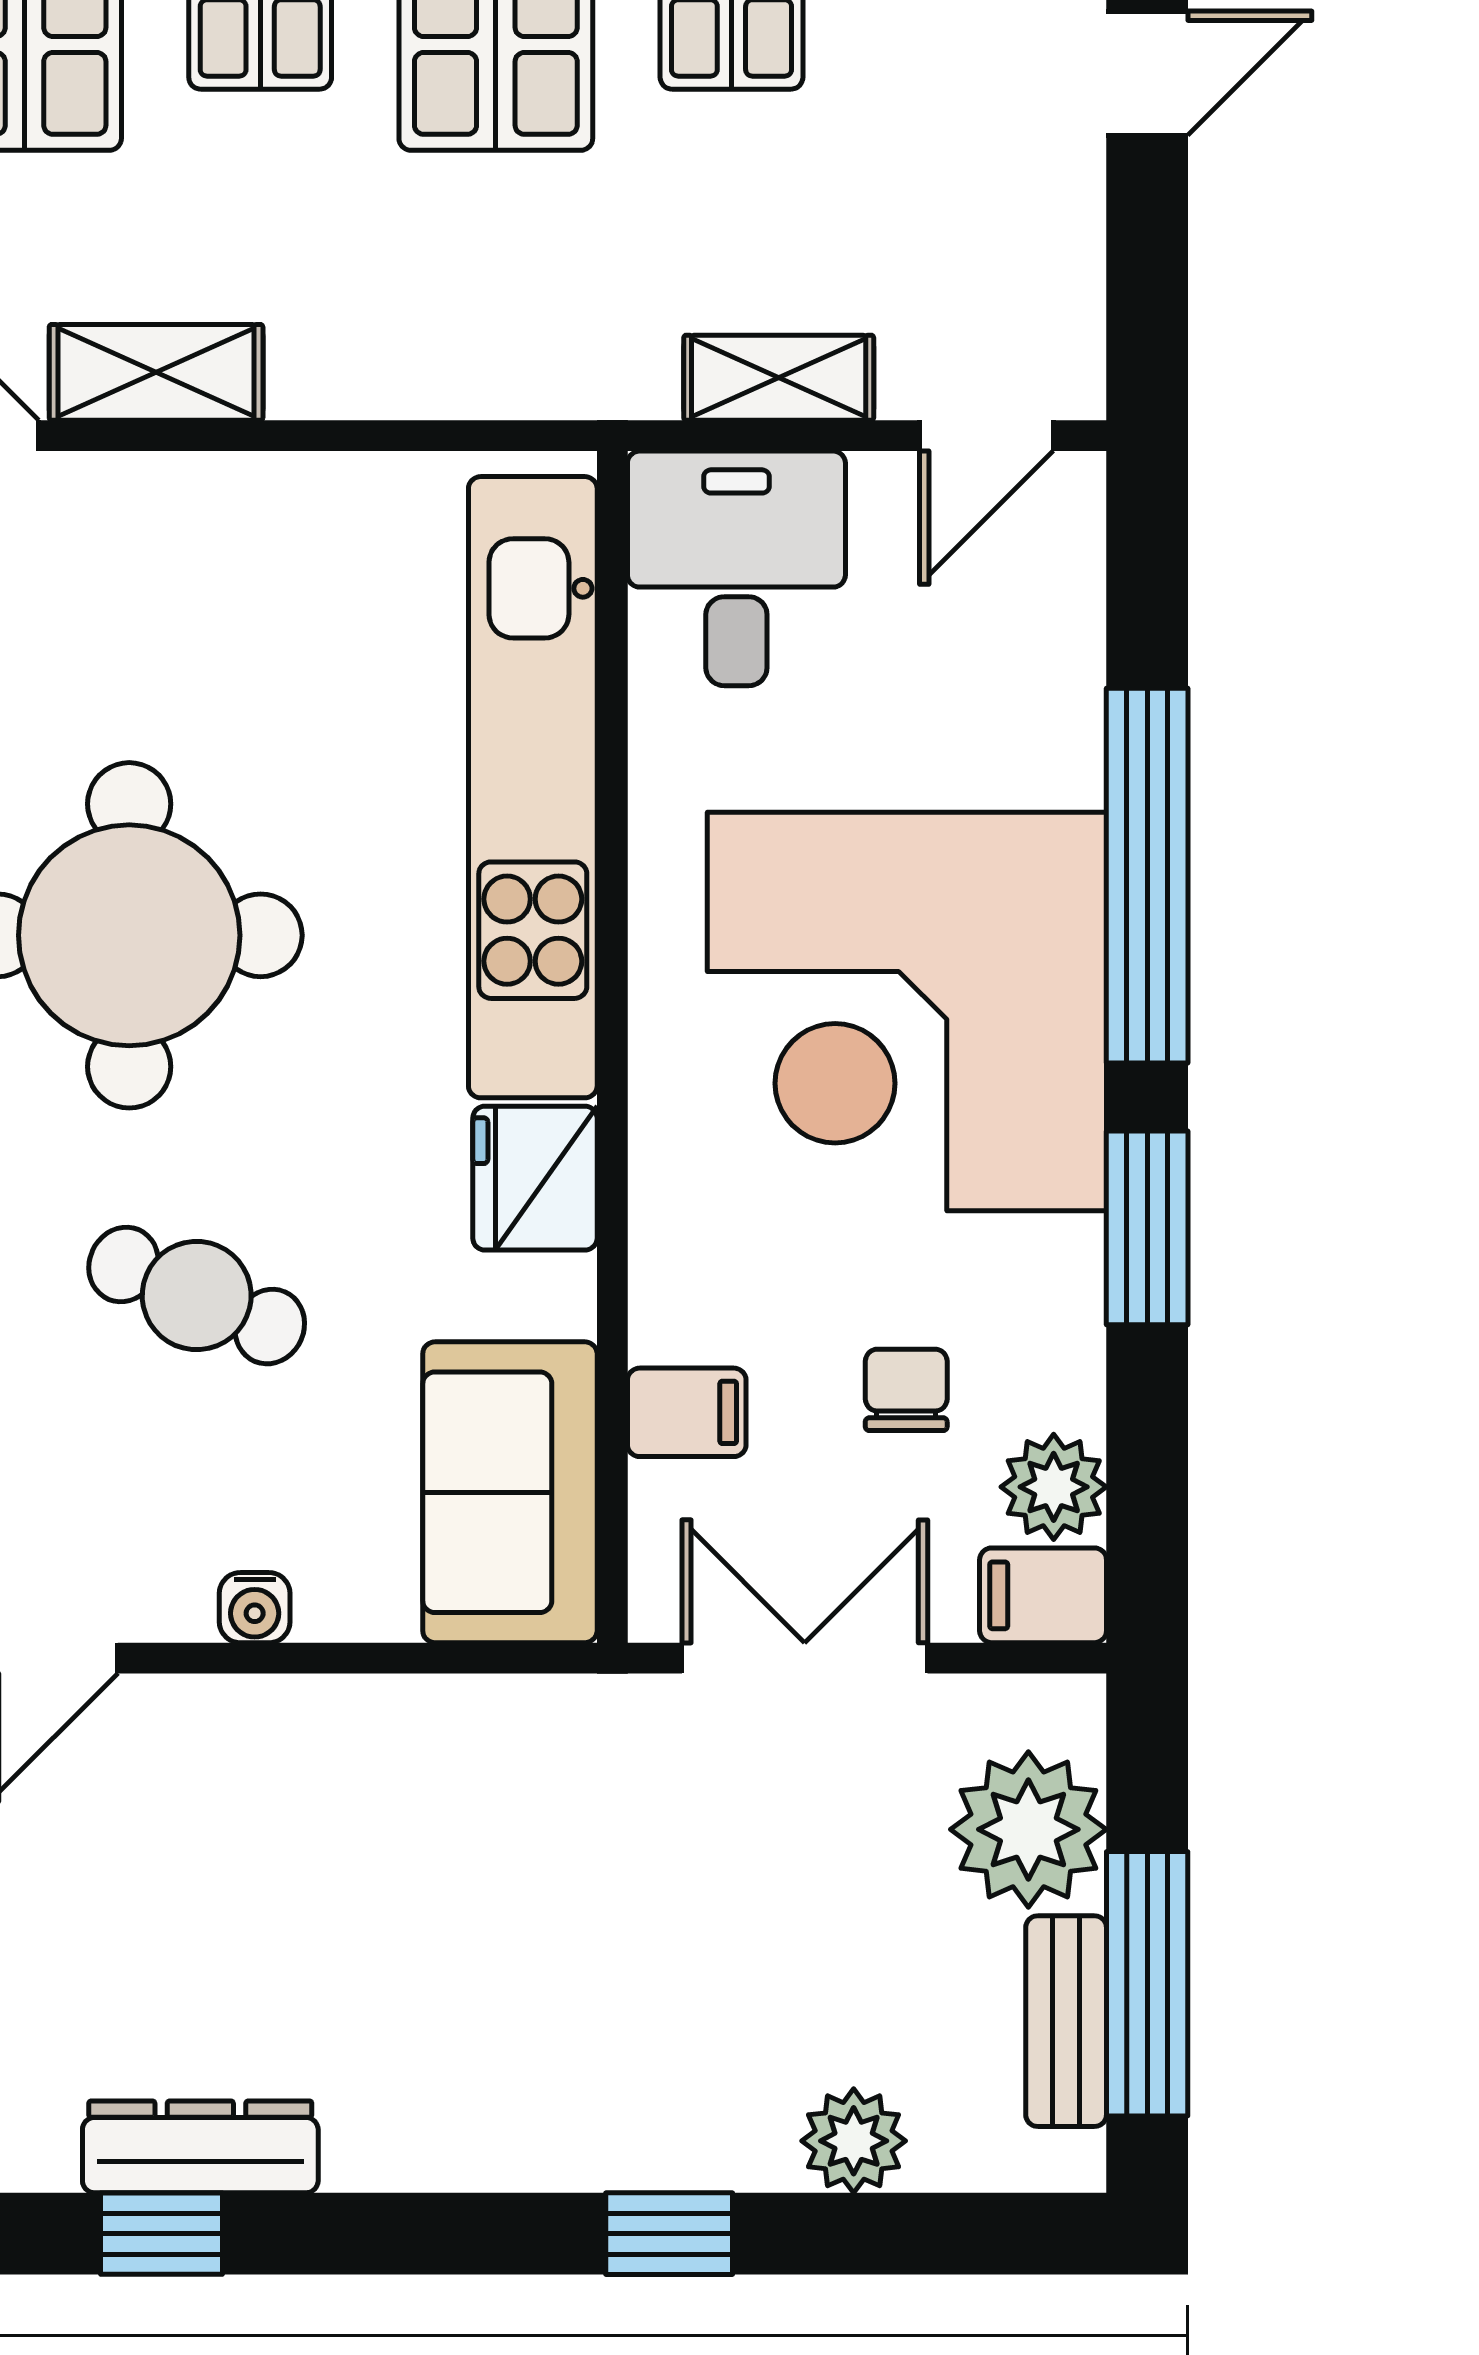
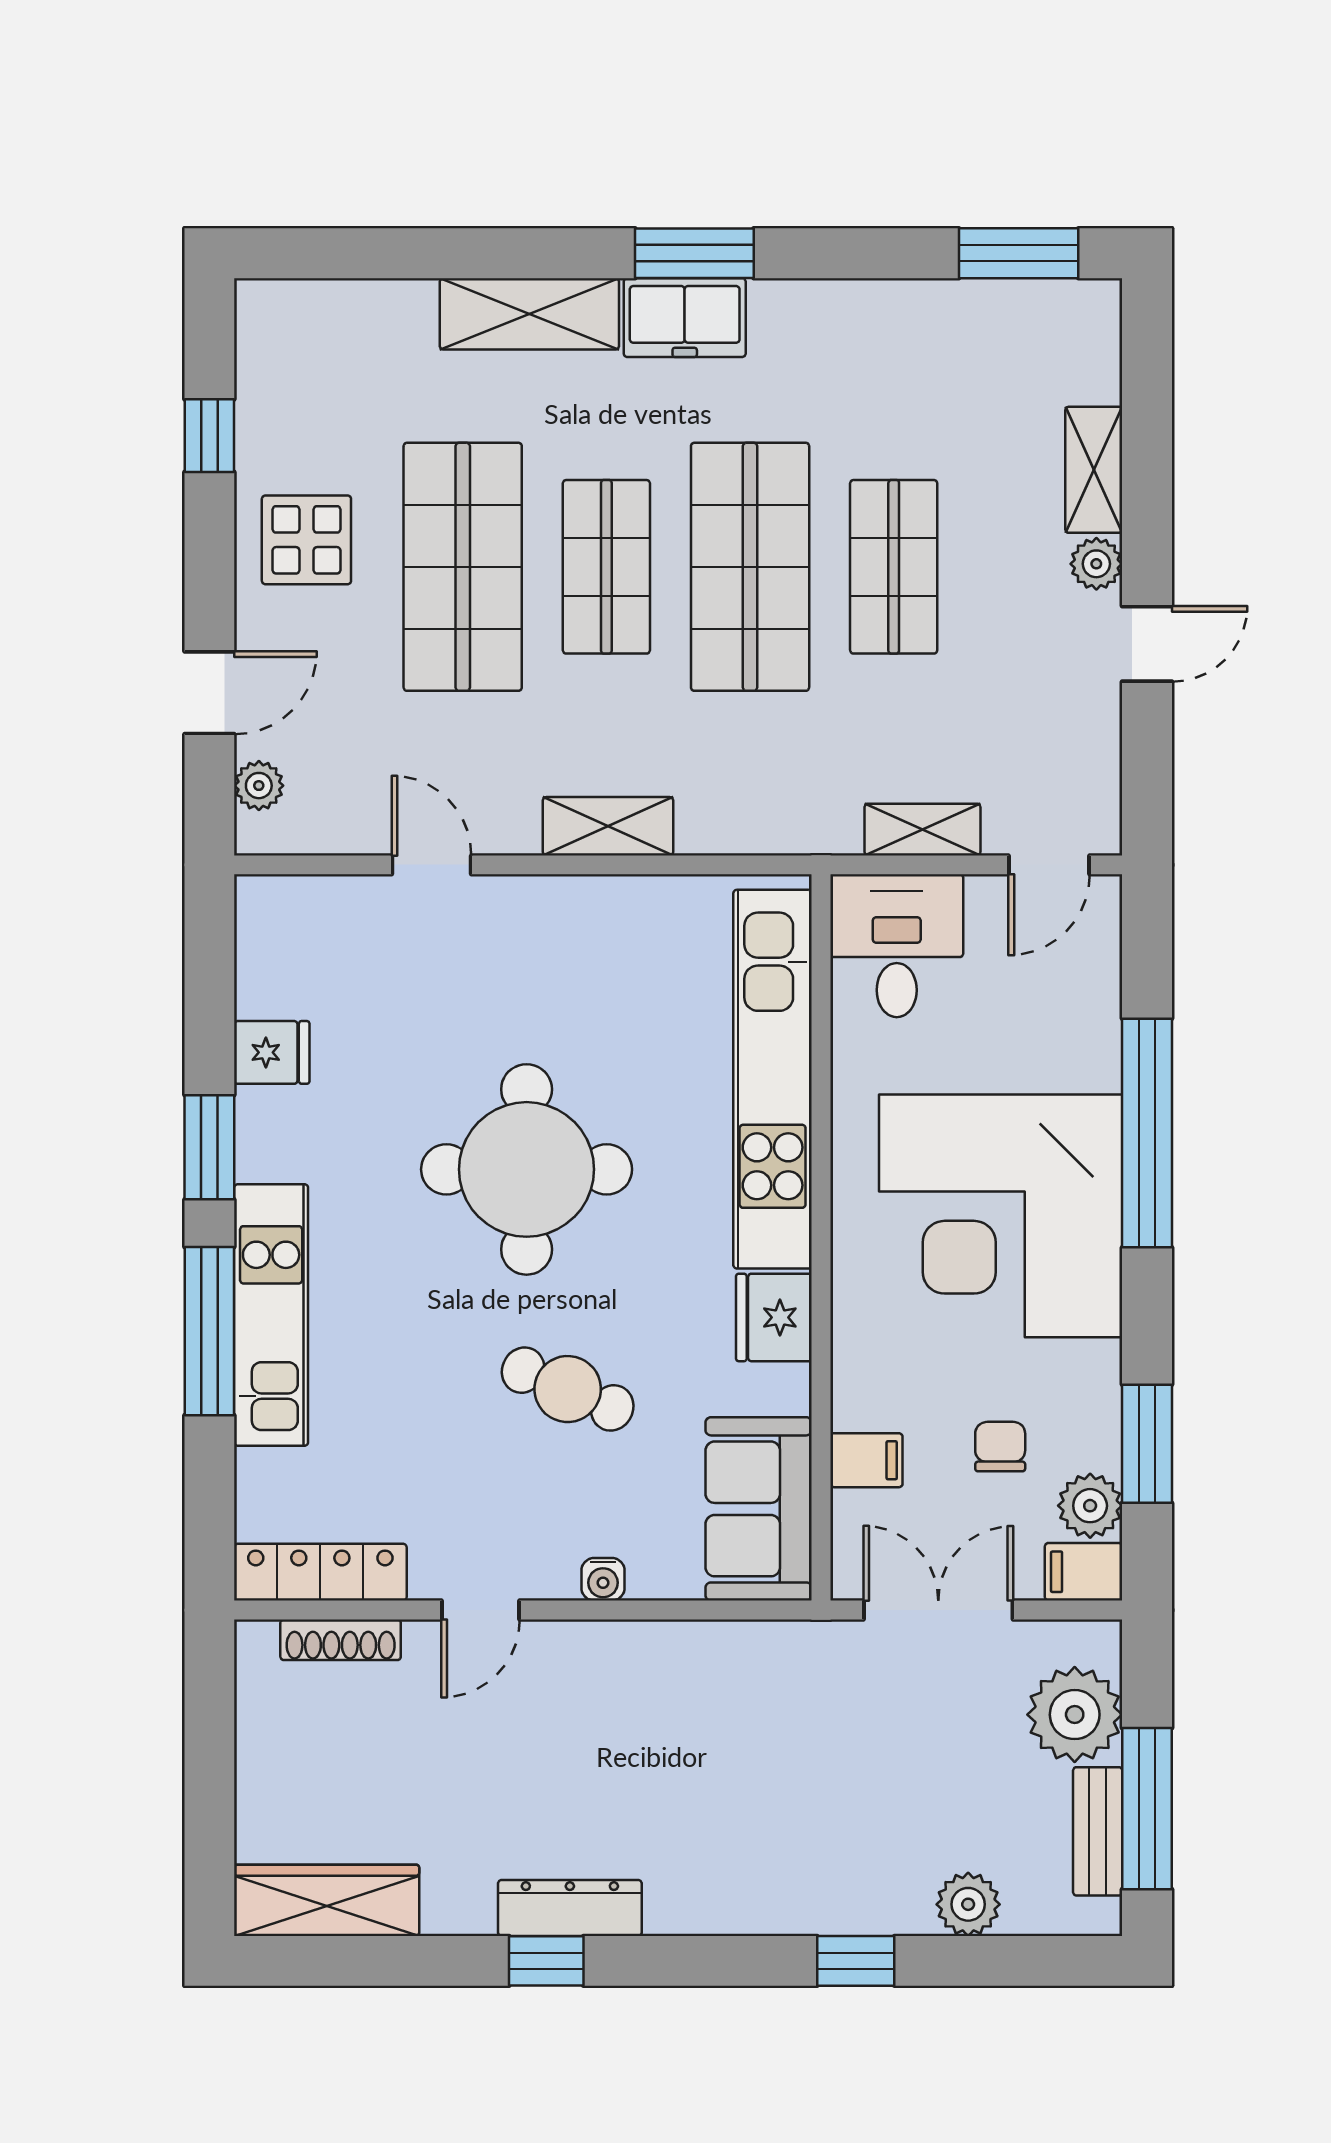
shelving: (156, 372) -> (608, 826), moved
window: (1147, 1228) -> (1147, 1444), moved

